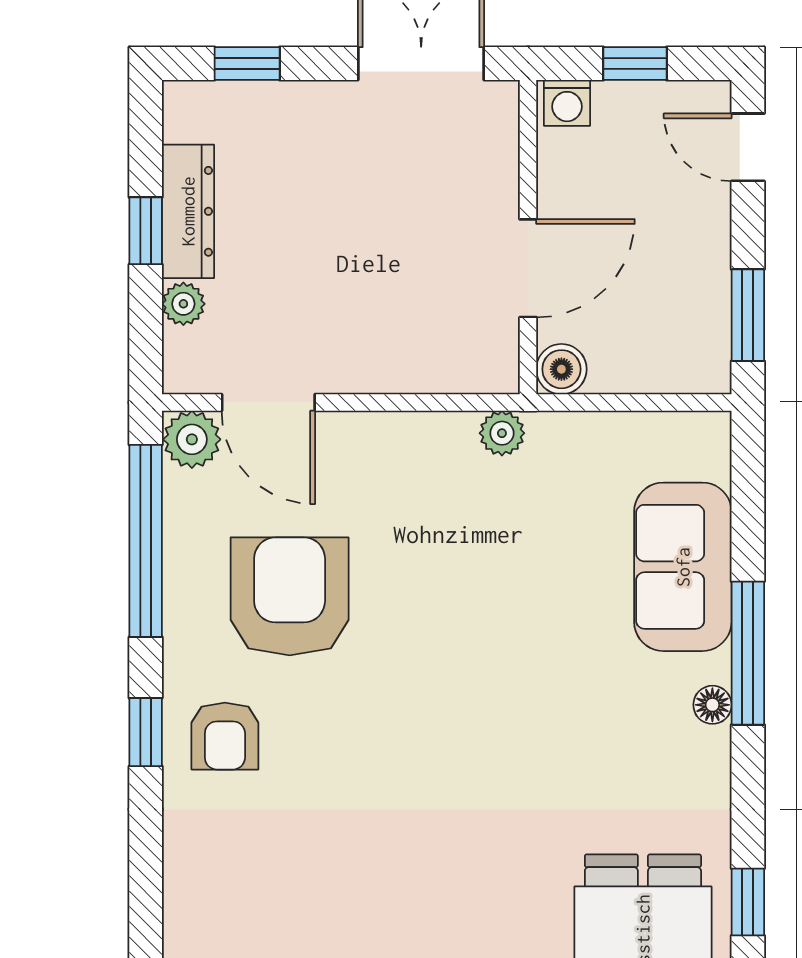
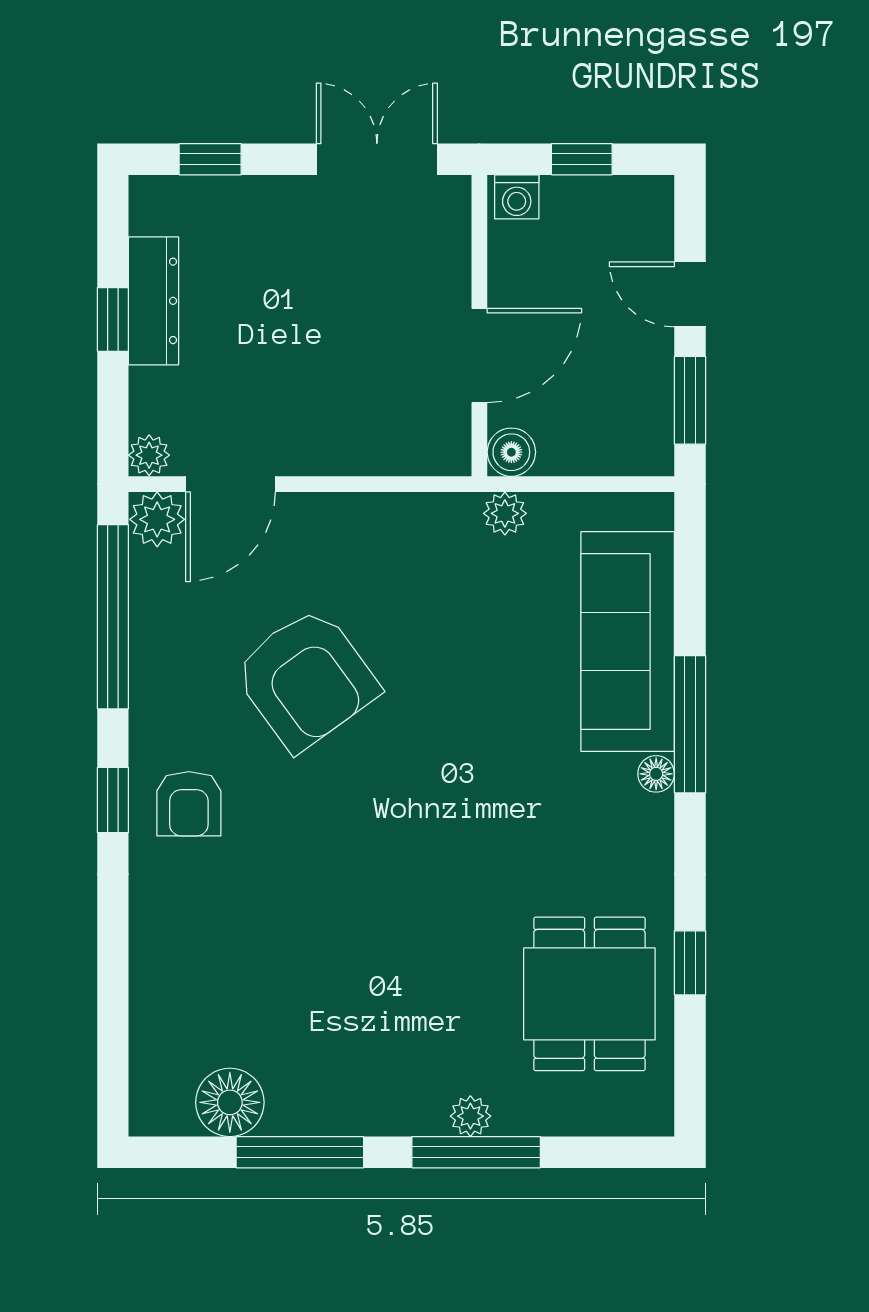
door: (748, 147) -> (690, 294), moved
plant: (183, 304) -> (149, 455), moved
door: (268, 403) -> (230, 484), hinge flipped
plant: (502, 433) -> (505, 513), moved
sofa: (683, 567) -> (628, 642), width x1.36
armchair: (290, 596) -> (306, 679), moved, turned 144

